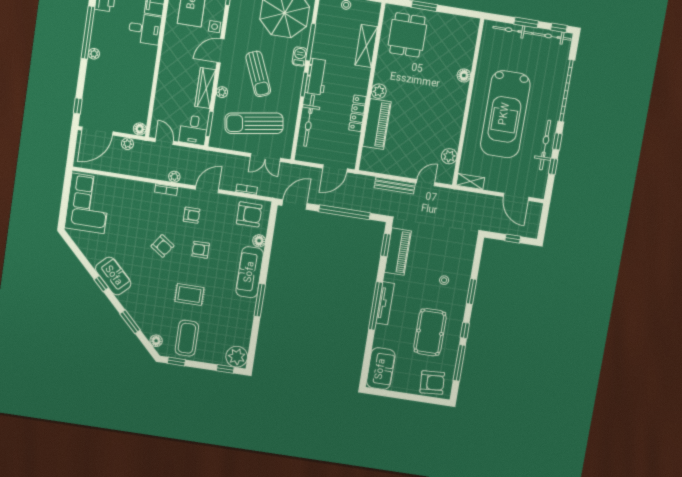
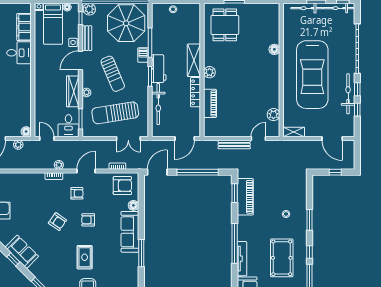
bench: (233, 24) -> (87, 38), added
shelving: (366, 46) -> (194, 60), moved
piano: (377, 124) -> (210, 103), width x0.73, depth x0.75
rug: (189, 295) -> (85, 257), turned 90
tv unit: (385, 303) -> (242, 259), moved

